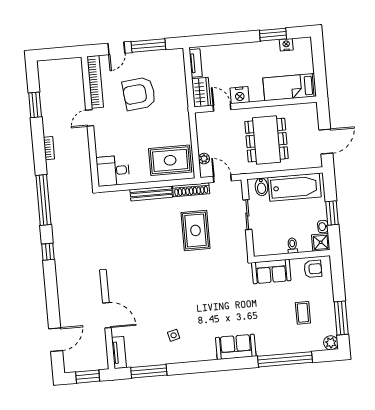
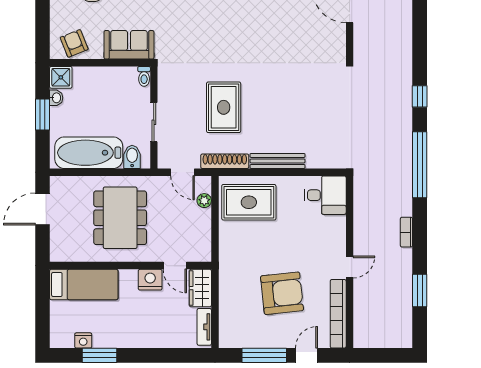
toilet: (292, 246) -> (144, 76), moved
armchair: (313, 269) -> (74, 43), turned 68

